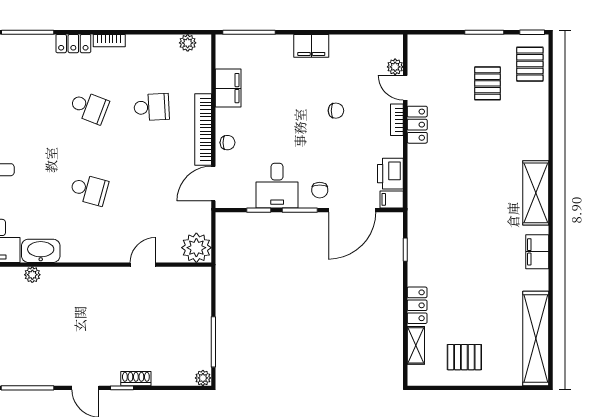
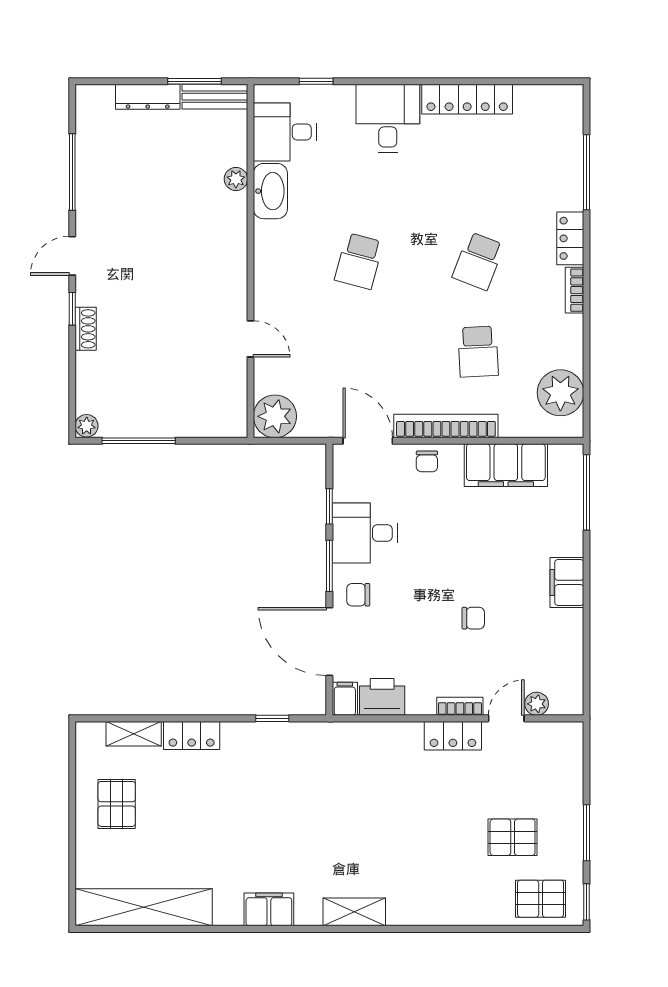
plant: (188, 43) -> (560, 393), width x1.87, depth x1.87
filing cabinet: (228, 88) -> (506, 465), width x1.50, depth x1.17
chair: (336, 111) -> (473, 618), turned -90
shelving: (536, 193) -> (354, 912), width x0.67, depth x0.75

